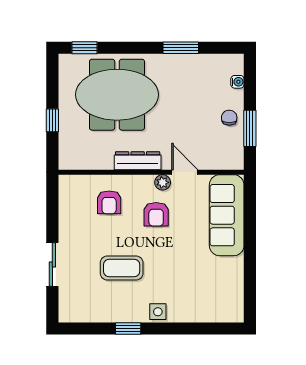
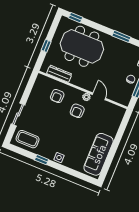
dresser: (138, 161) -> (59, 74), moved
sofa: (227, 215) -> (99, 154), moved
coffee table: (122, 268) -> (28, 139), moved

